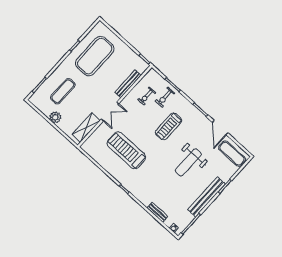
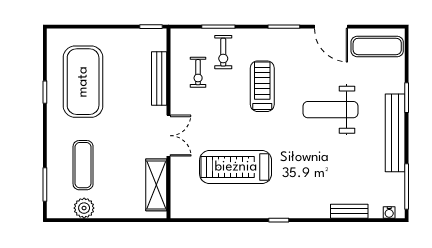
plant: (55, 117) -> (84, 208), moved
treadmill: (168, 126) -> (262, 86), turned 180
weight bench: (188, 162) -> (331, 110), turned 90

